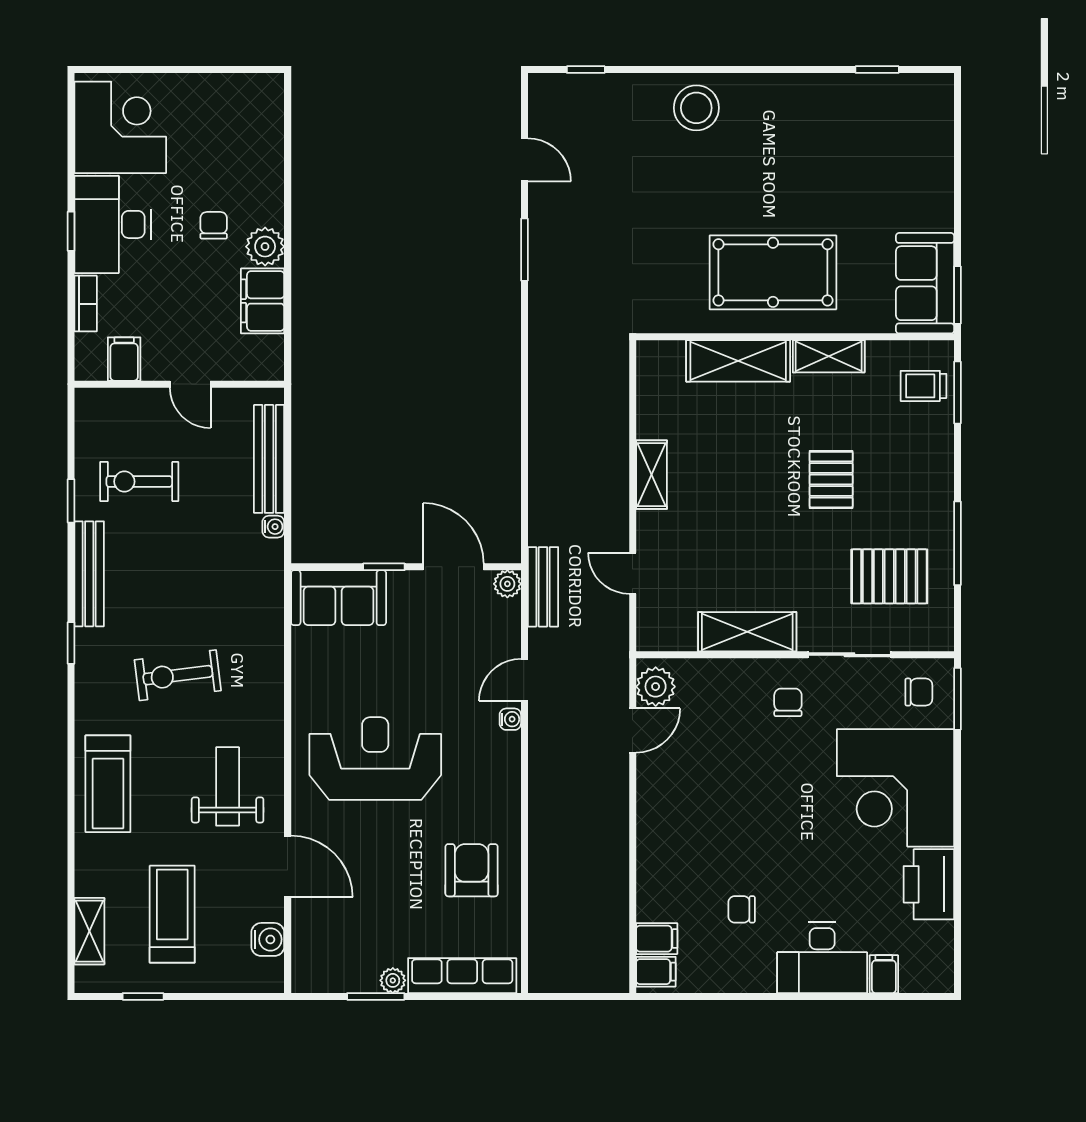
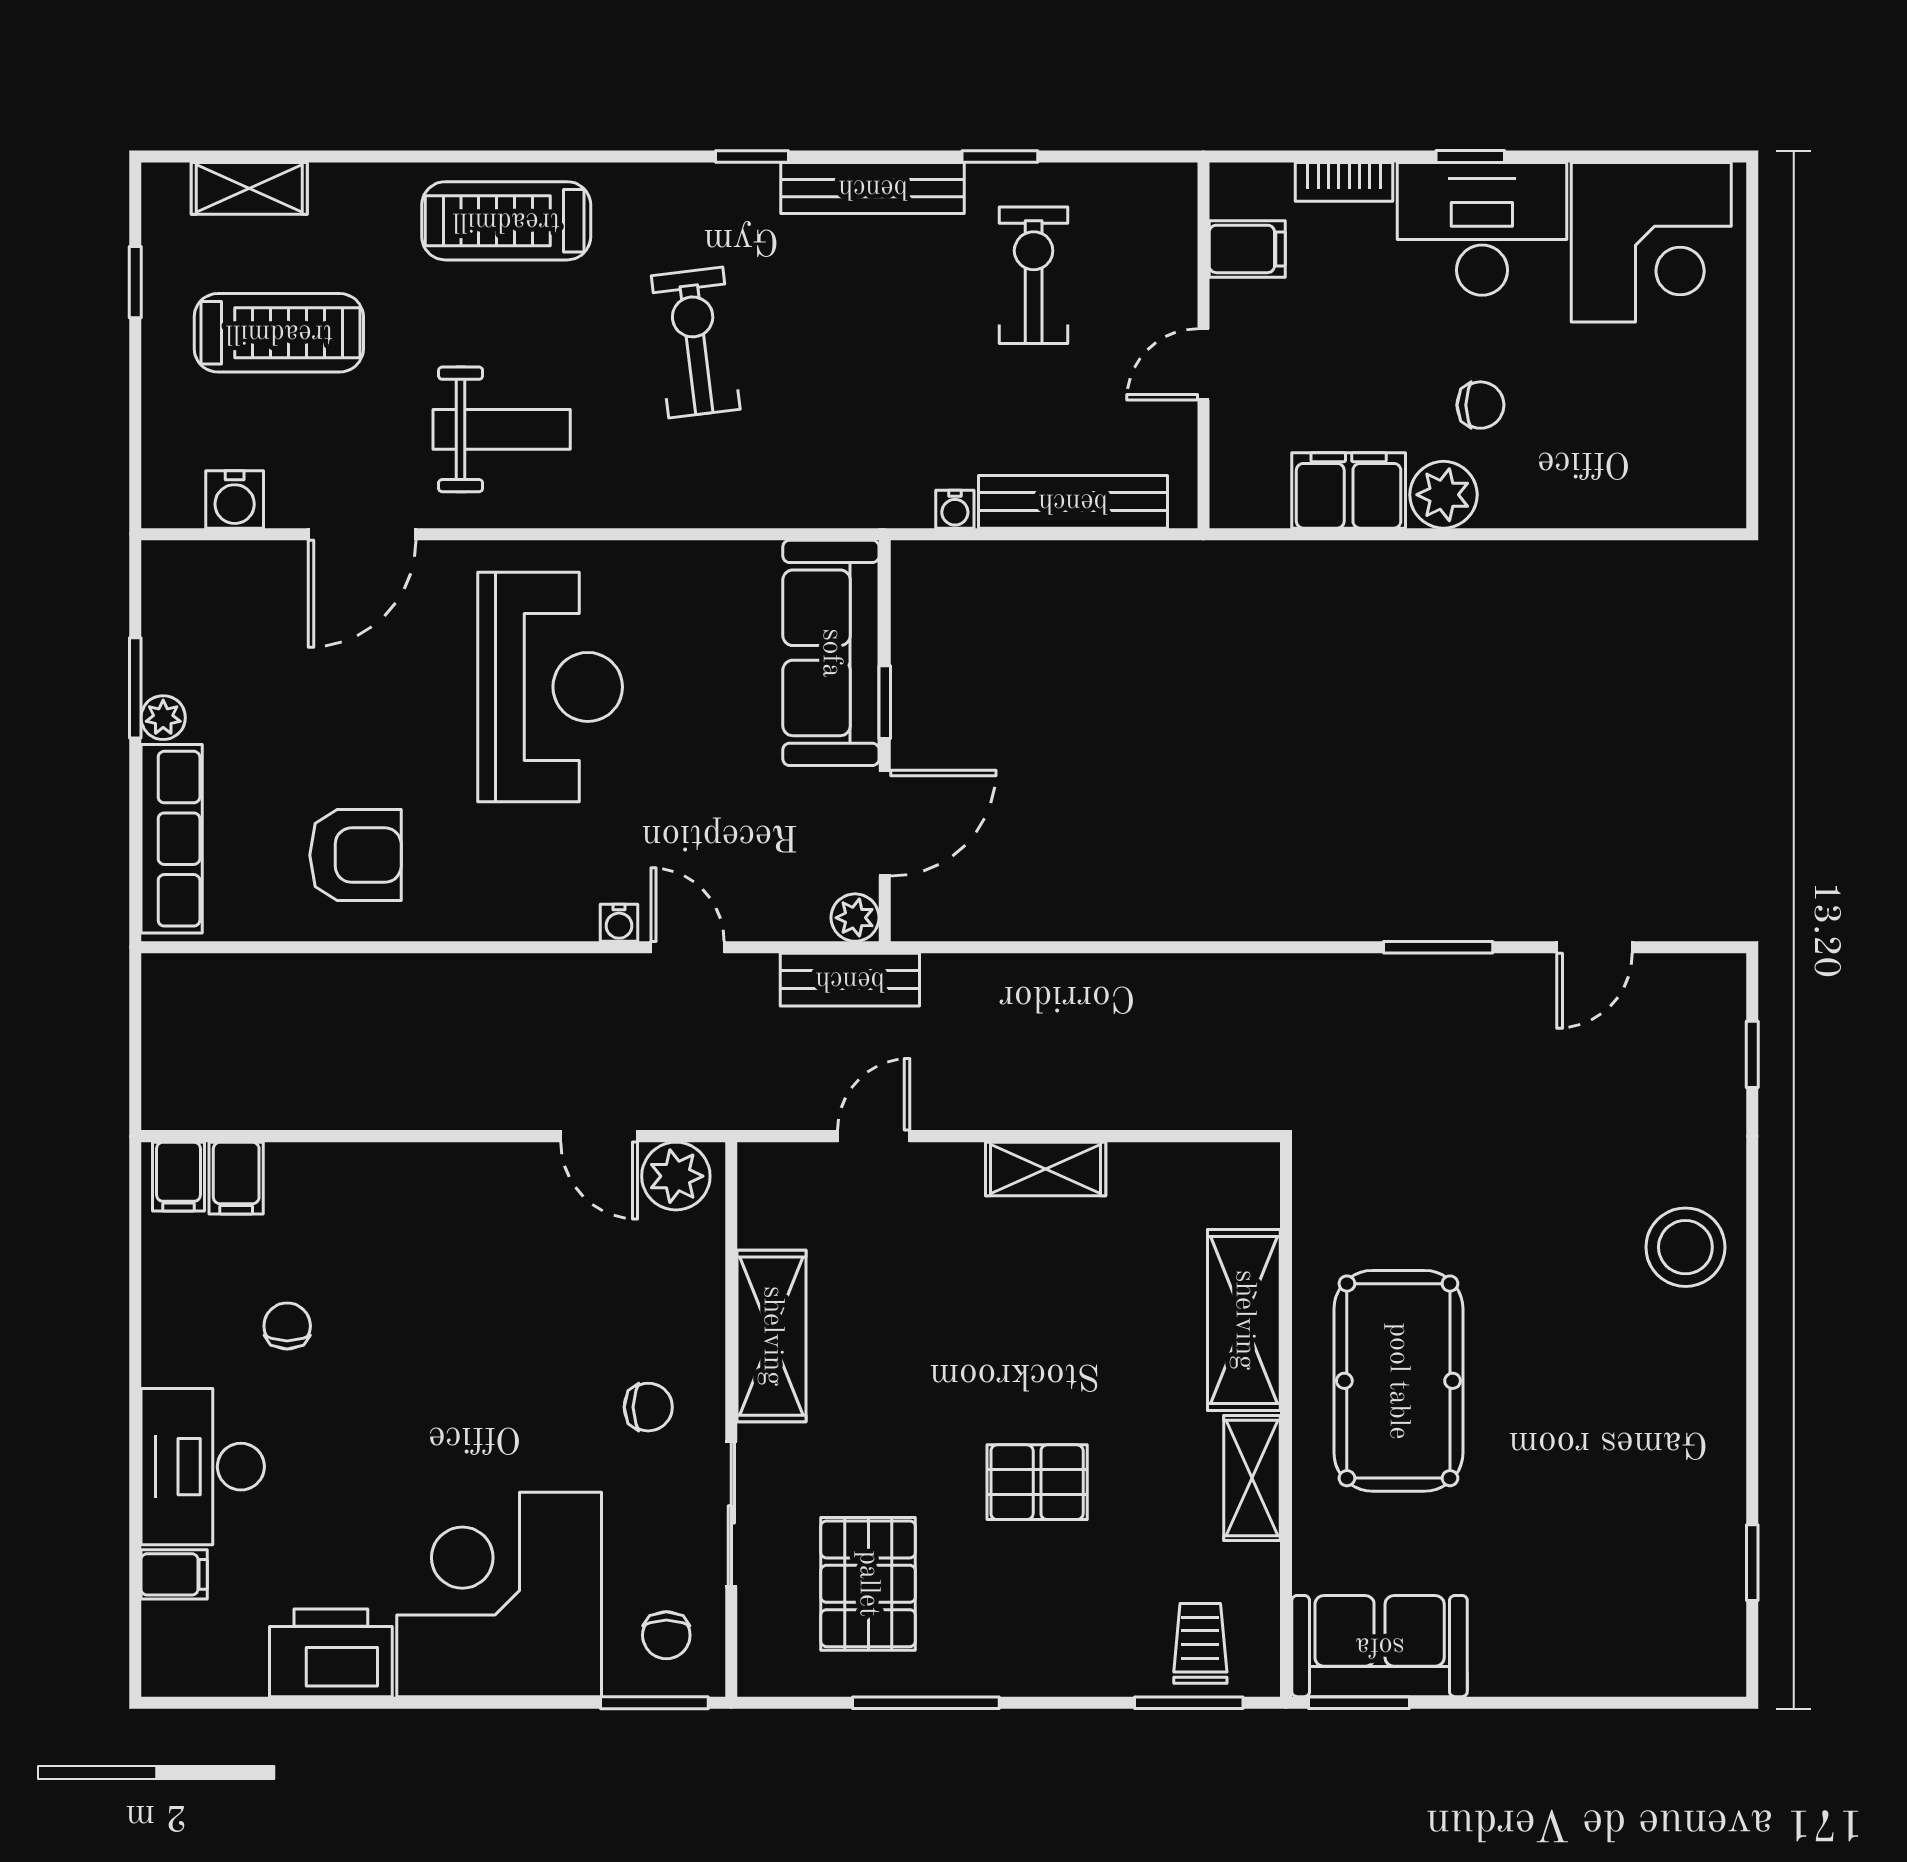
sofa: (339, 598) -> (831, 653), width x1.36

